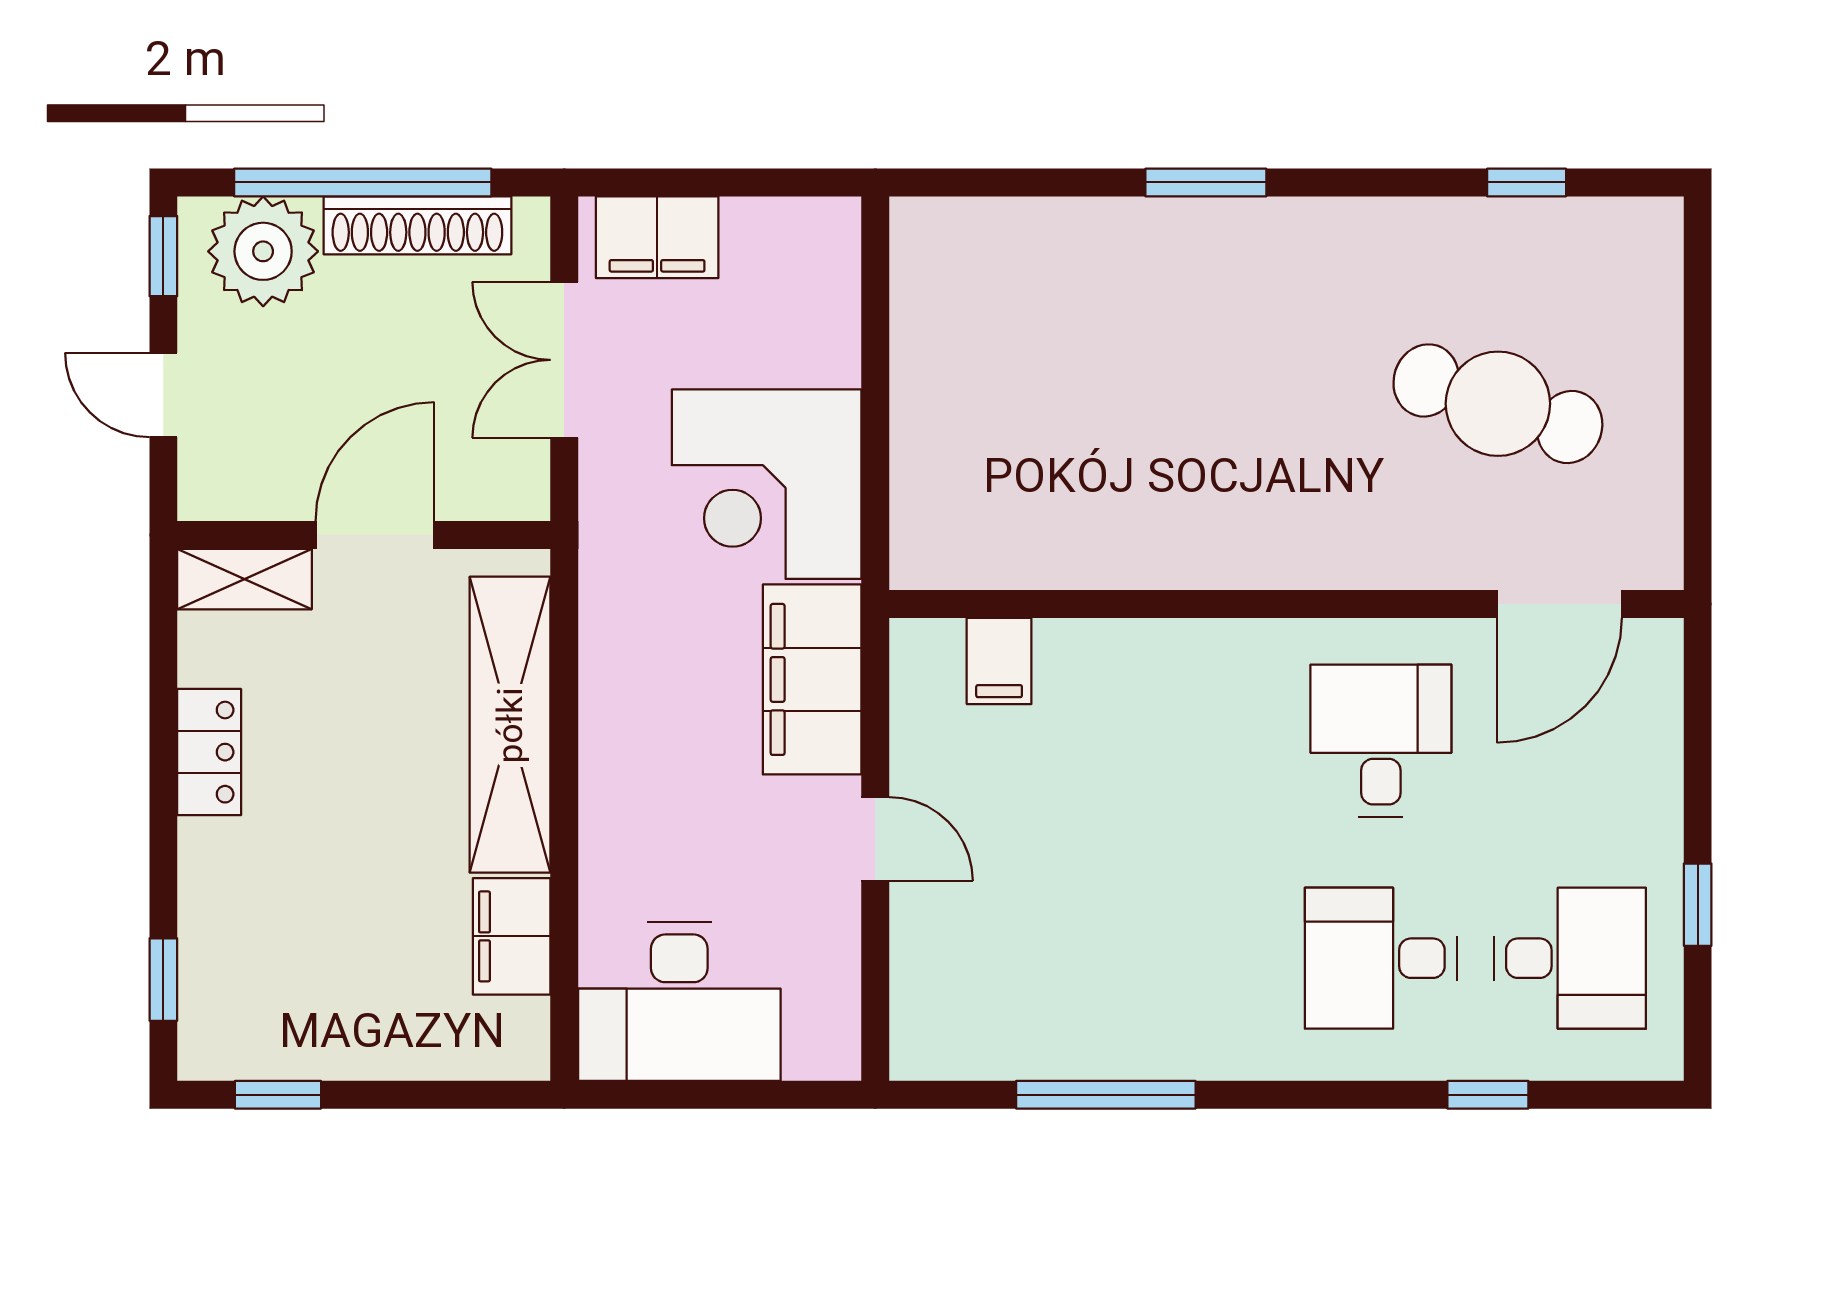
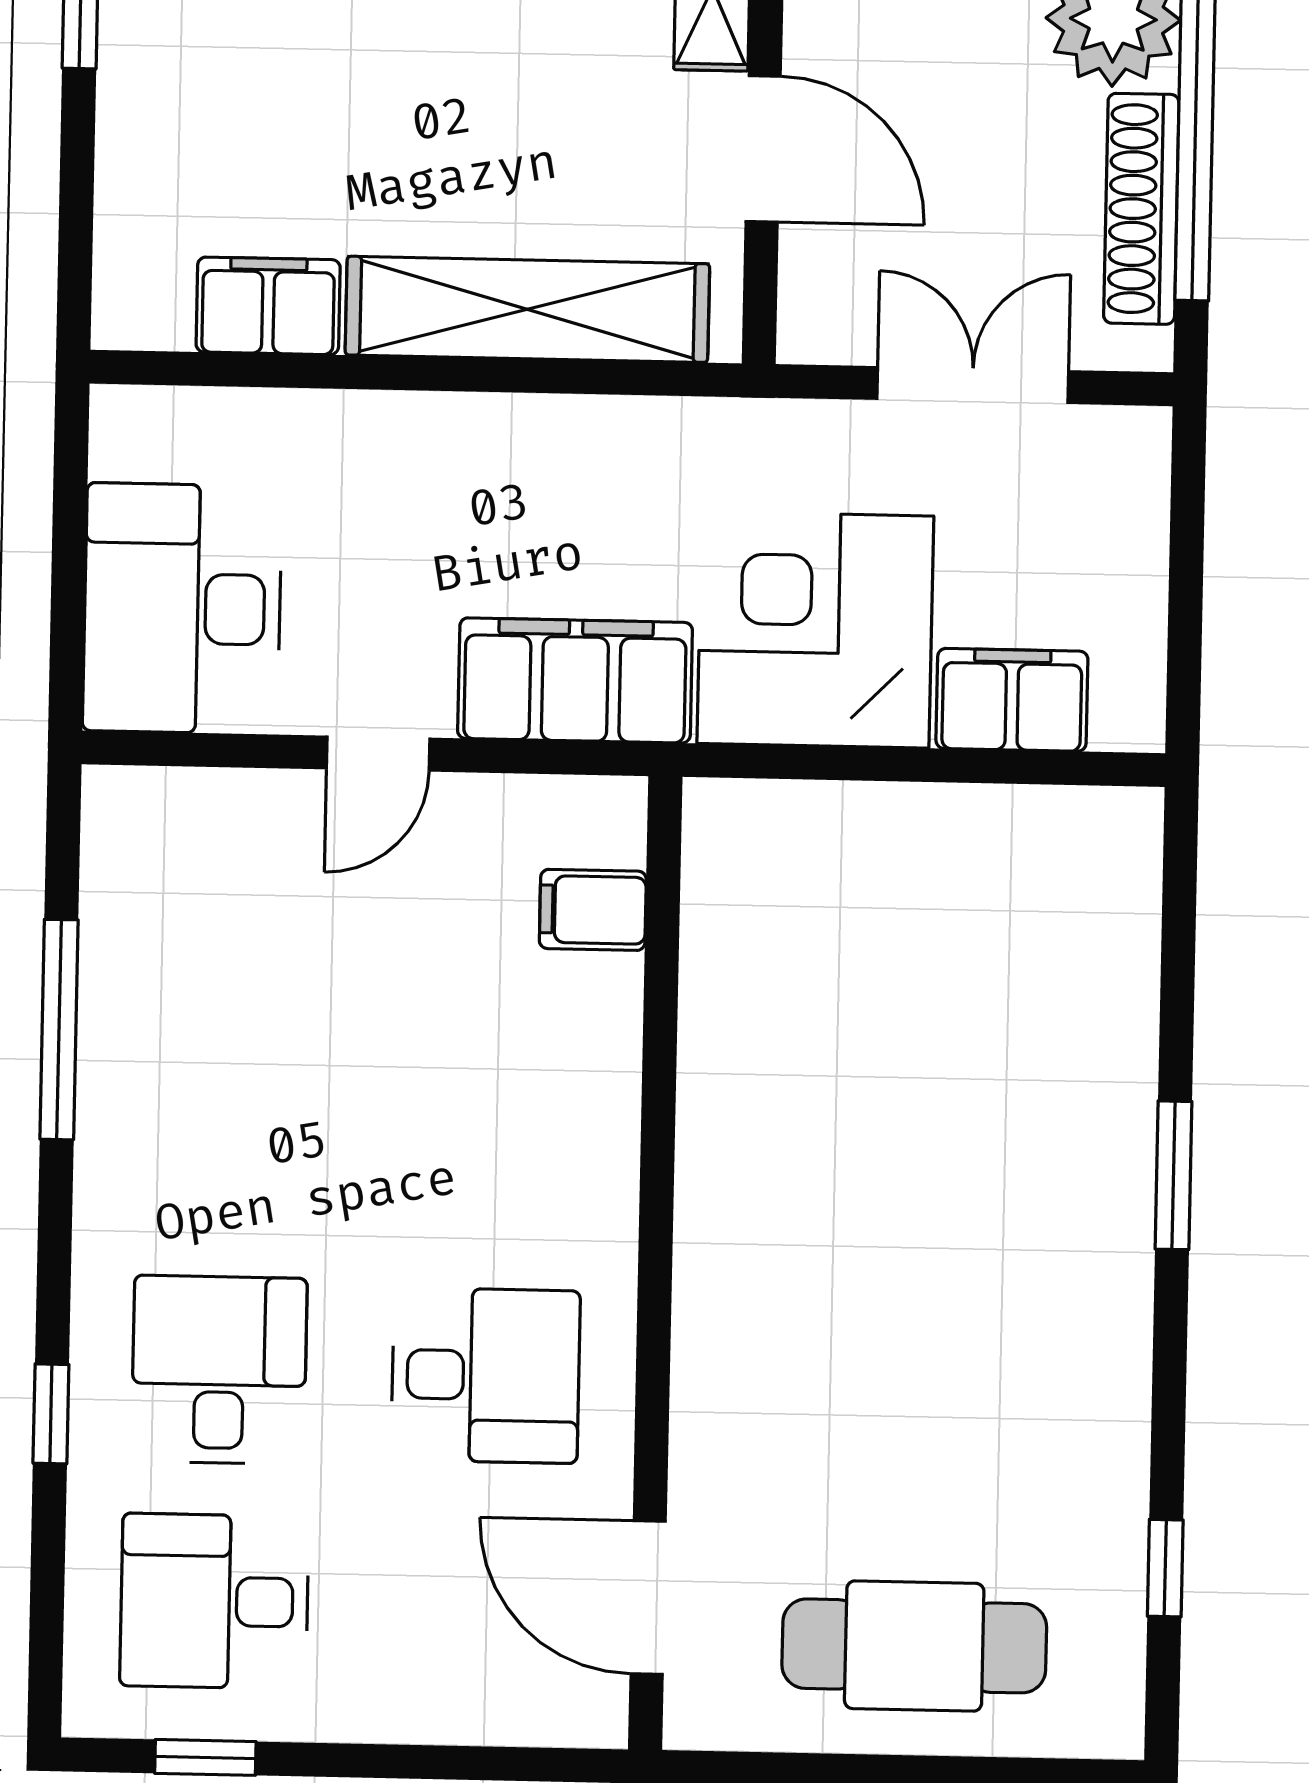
filing cabinet: (657, 237) -> (1012, 700), moved, turned 90
cafe table: (1498, 404) -> (914, 1646), moved, turned 72
window: (1698, 905) -> (205, 1757), moved
desk: (1570, 958) -> (214, 1601), turned 90
desk: (679, 1001) -> (182, 608), moved
window: (1488, 1095) -> (51, 1414), moved

